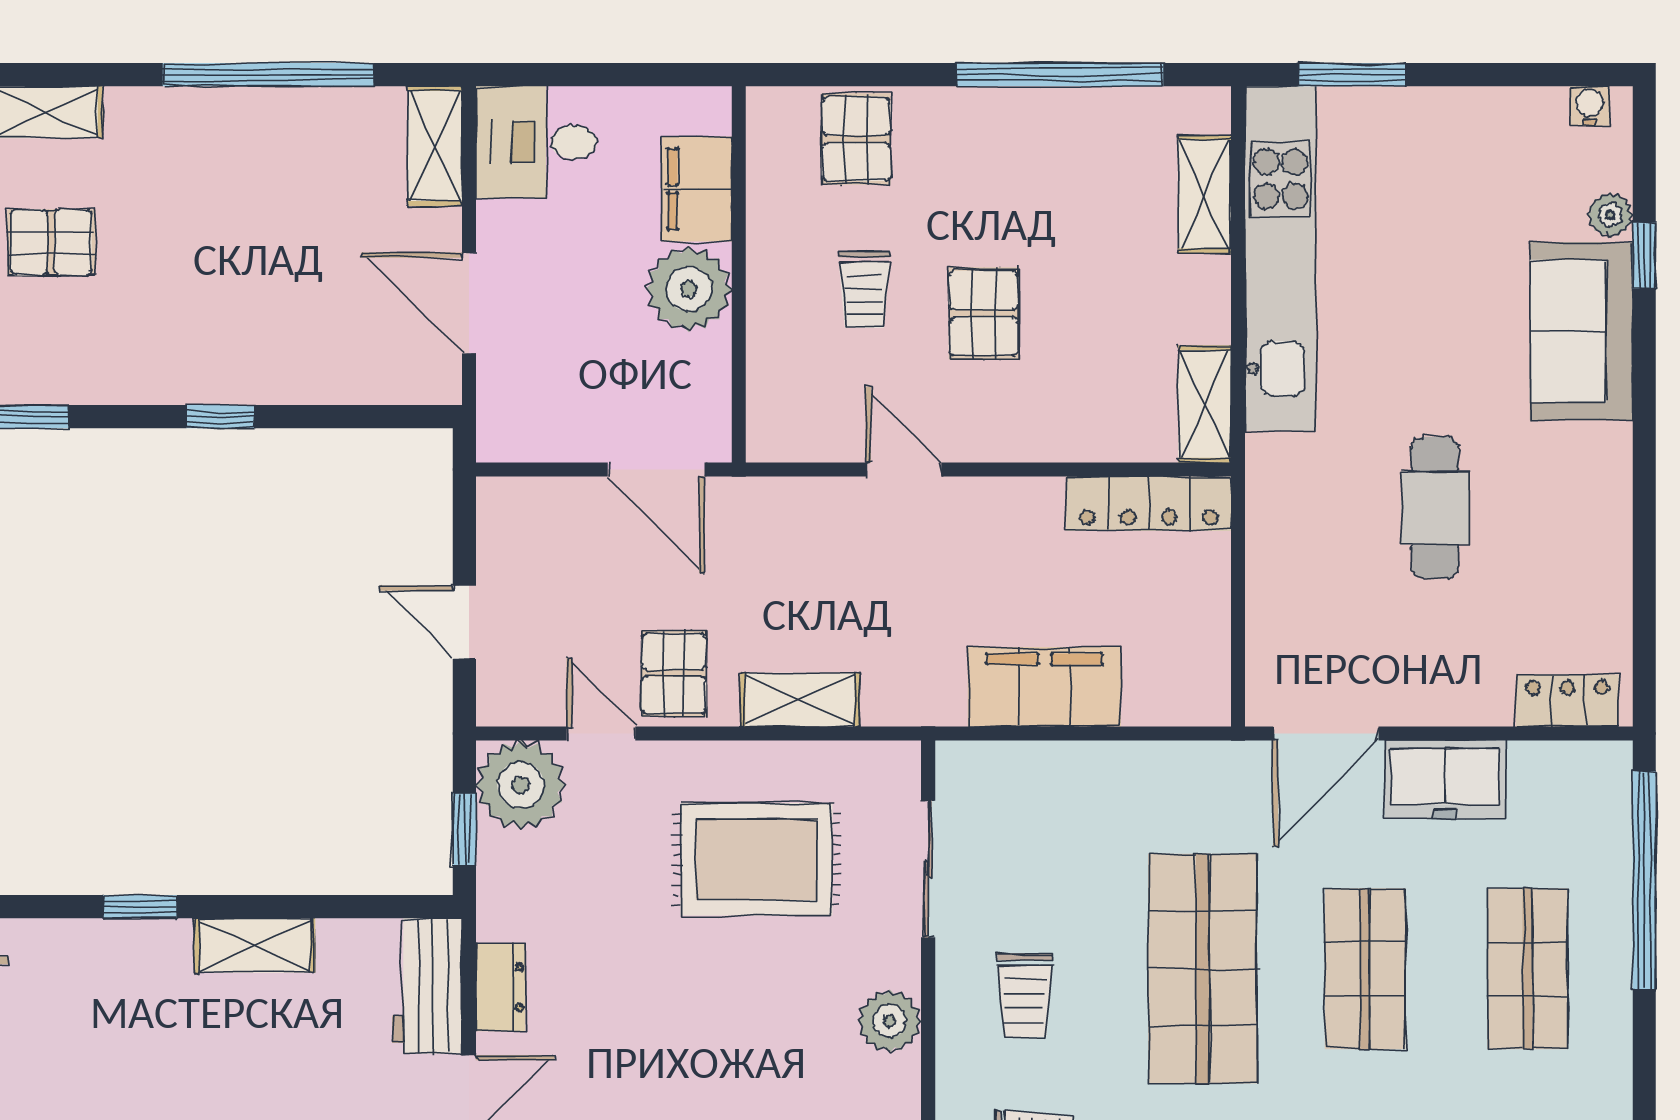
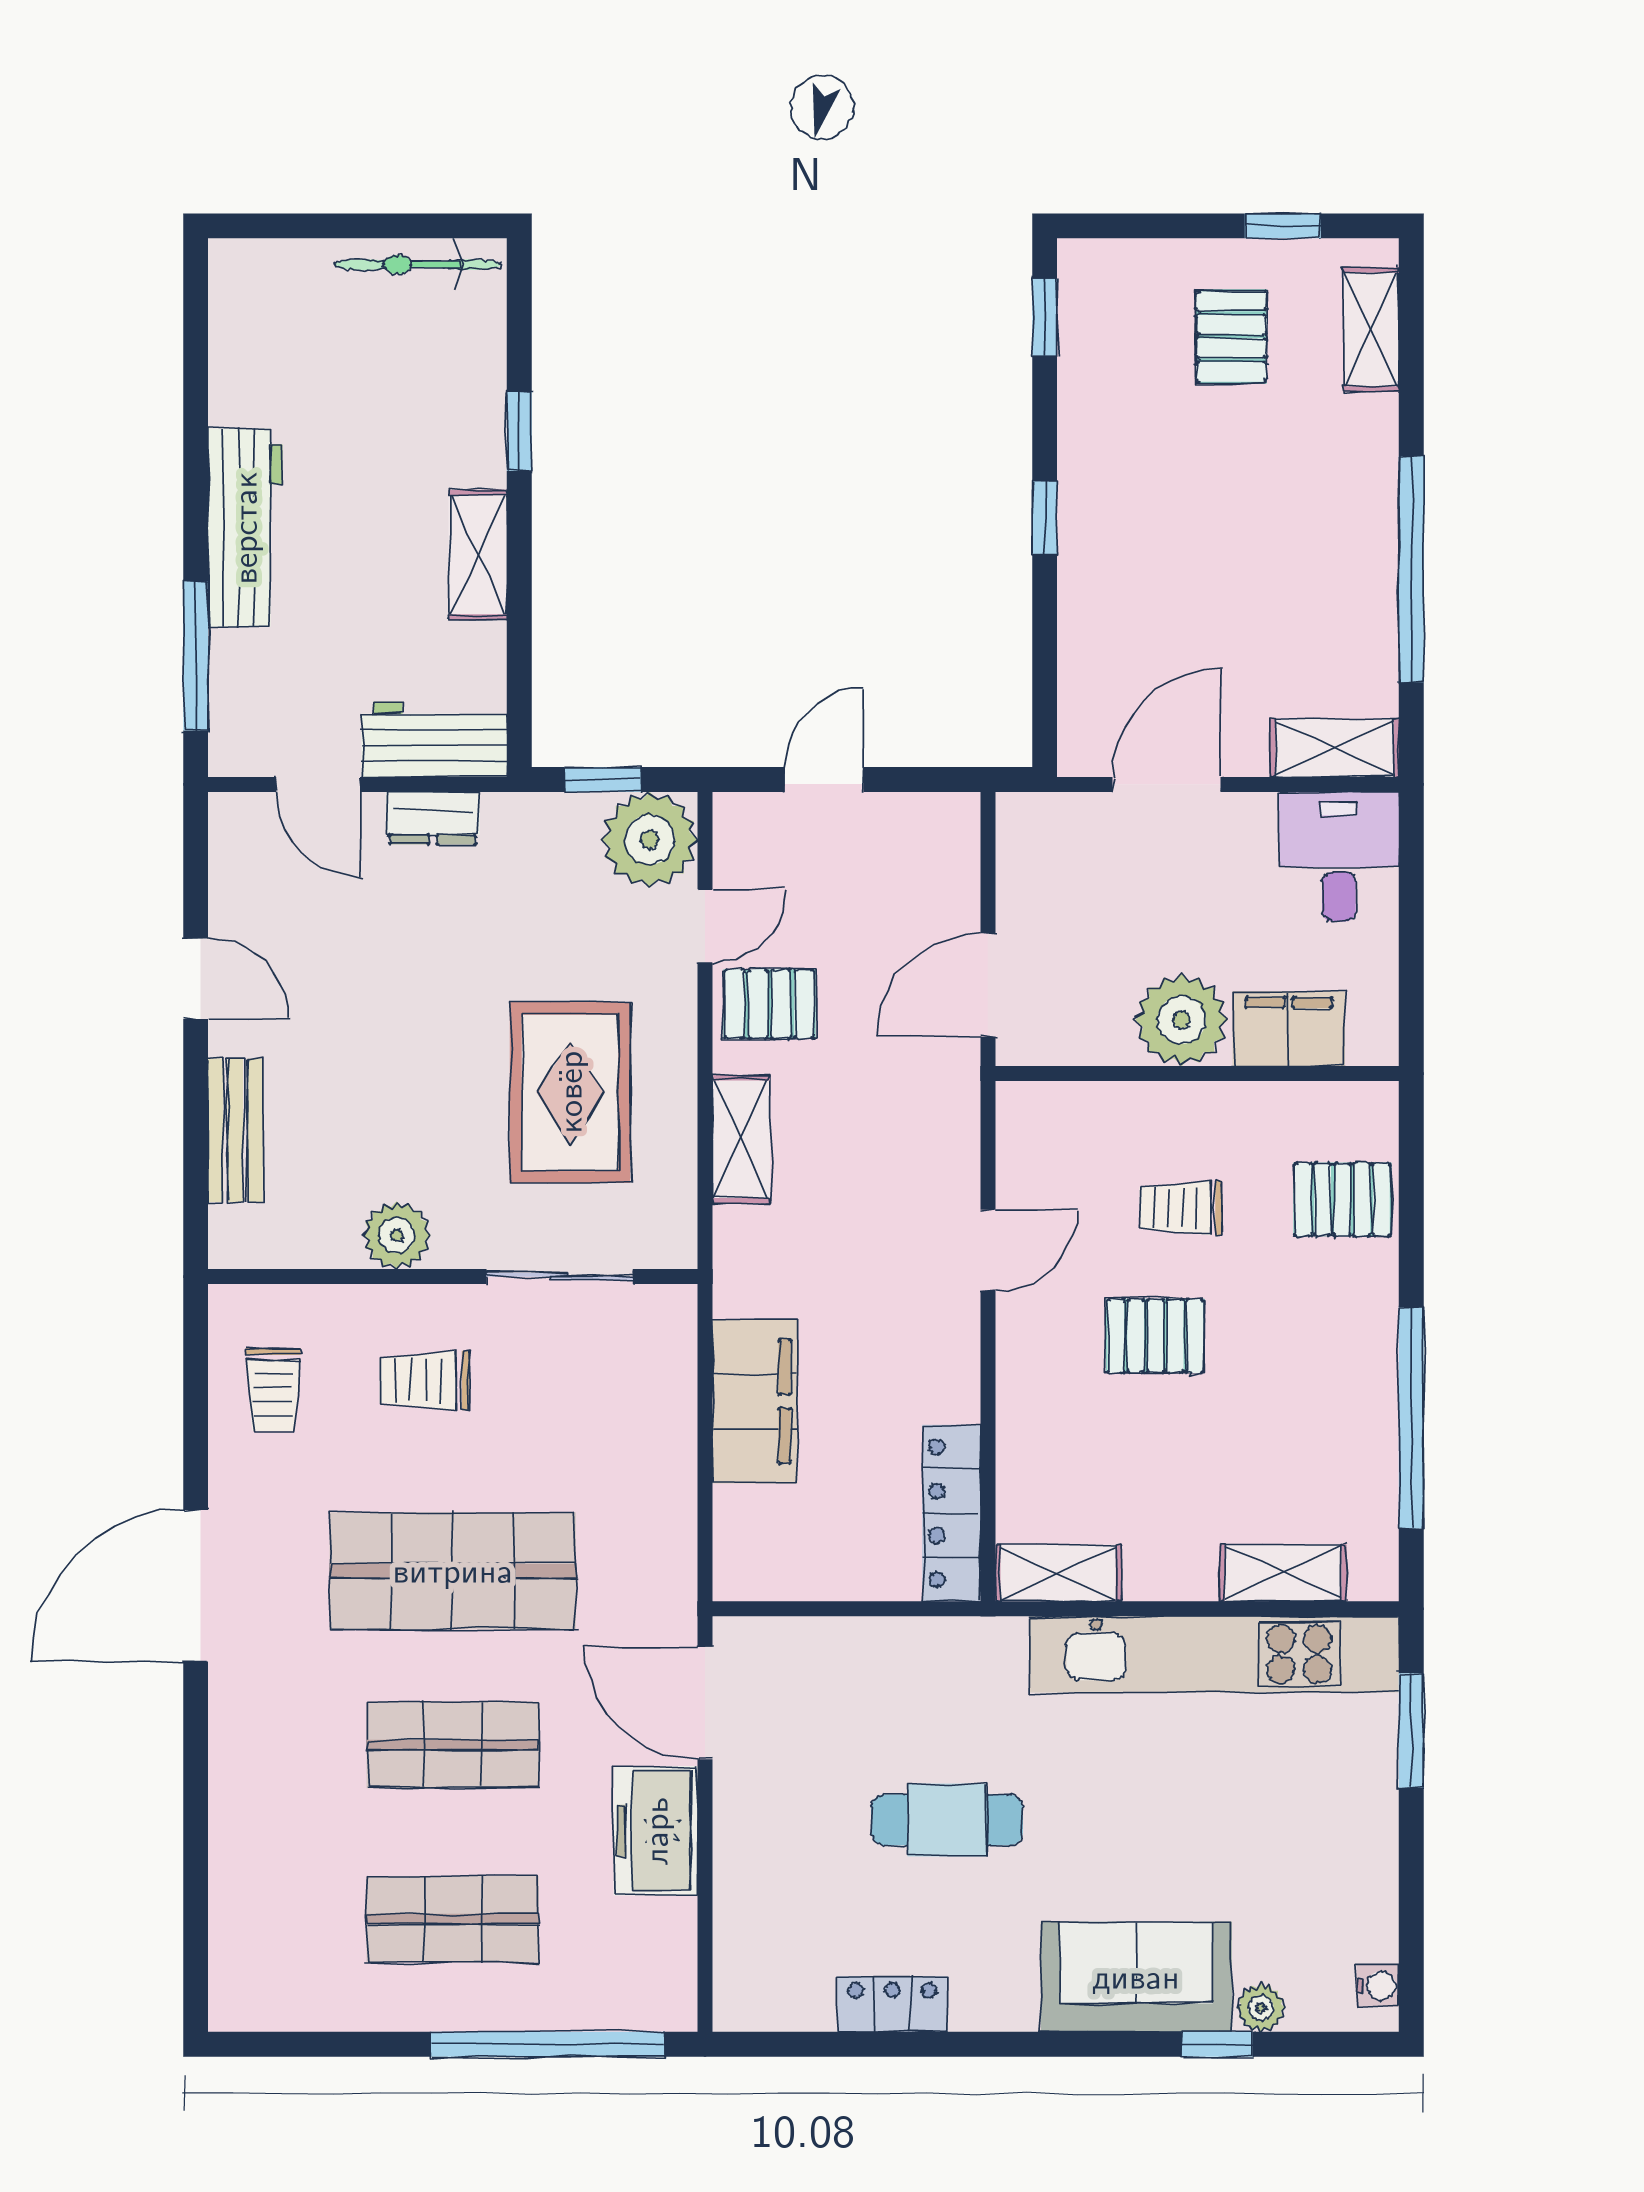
locker: (1567, 701) -> (892, 2004), moved, turned -90

